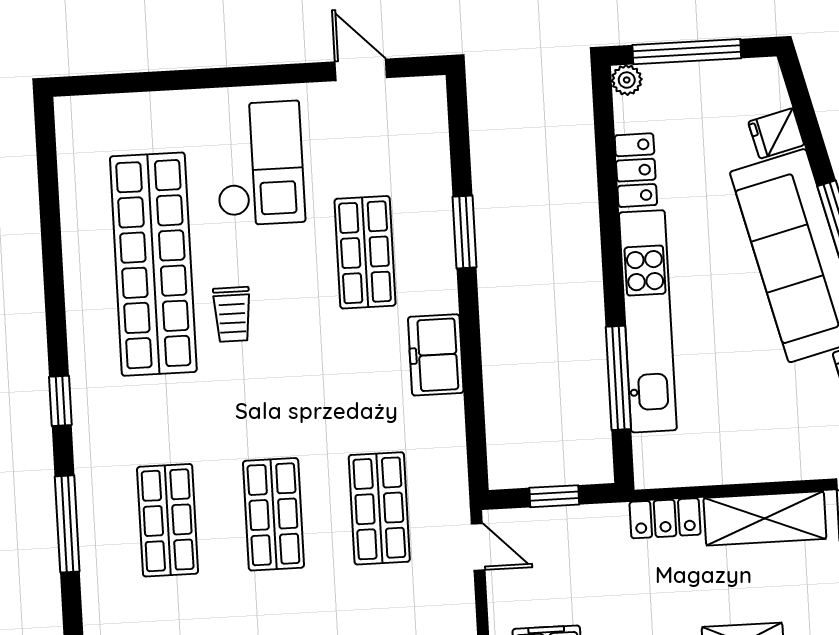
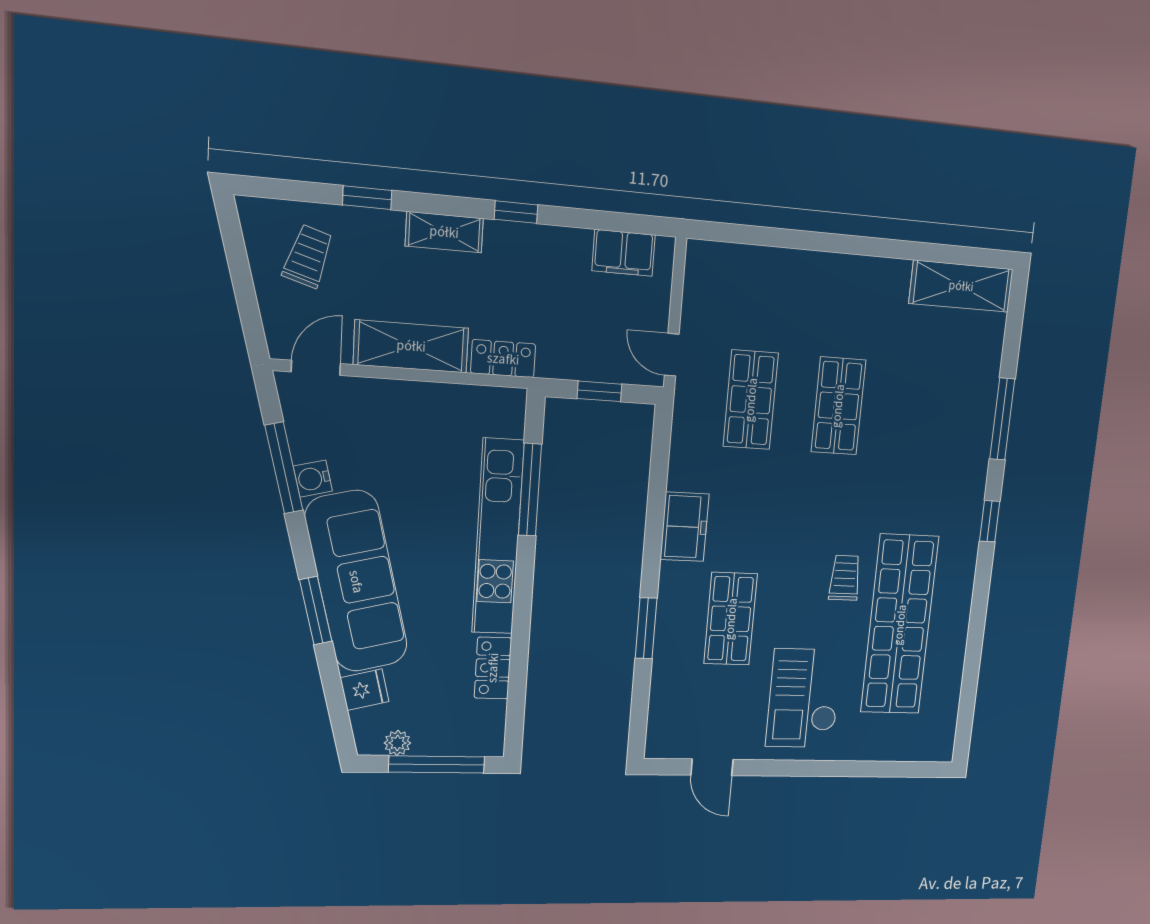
plant: (627, 80) -> (397, 743), moved
shop shelf: (168, 520) -> (924, 412), removed

